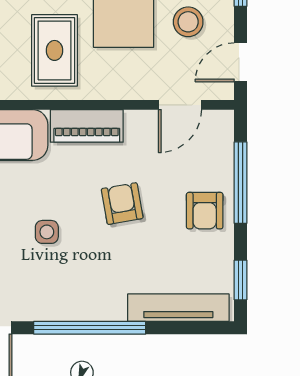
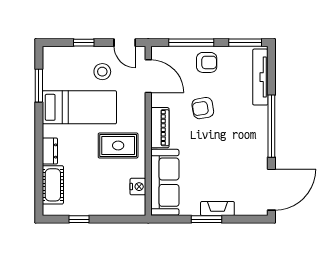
door: (180, 105) -> (148, 76), width x1.38
side table: (47, 232) -> (218, 150), removed
window: (241, 280) -> (245, 43), width x1.50

